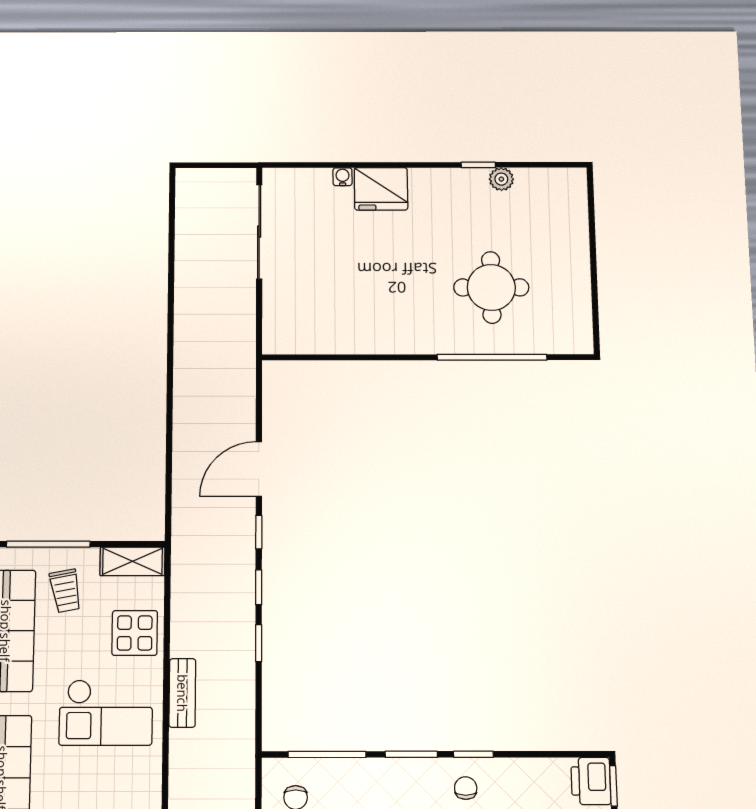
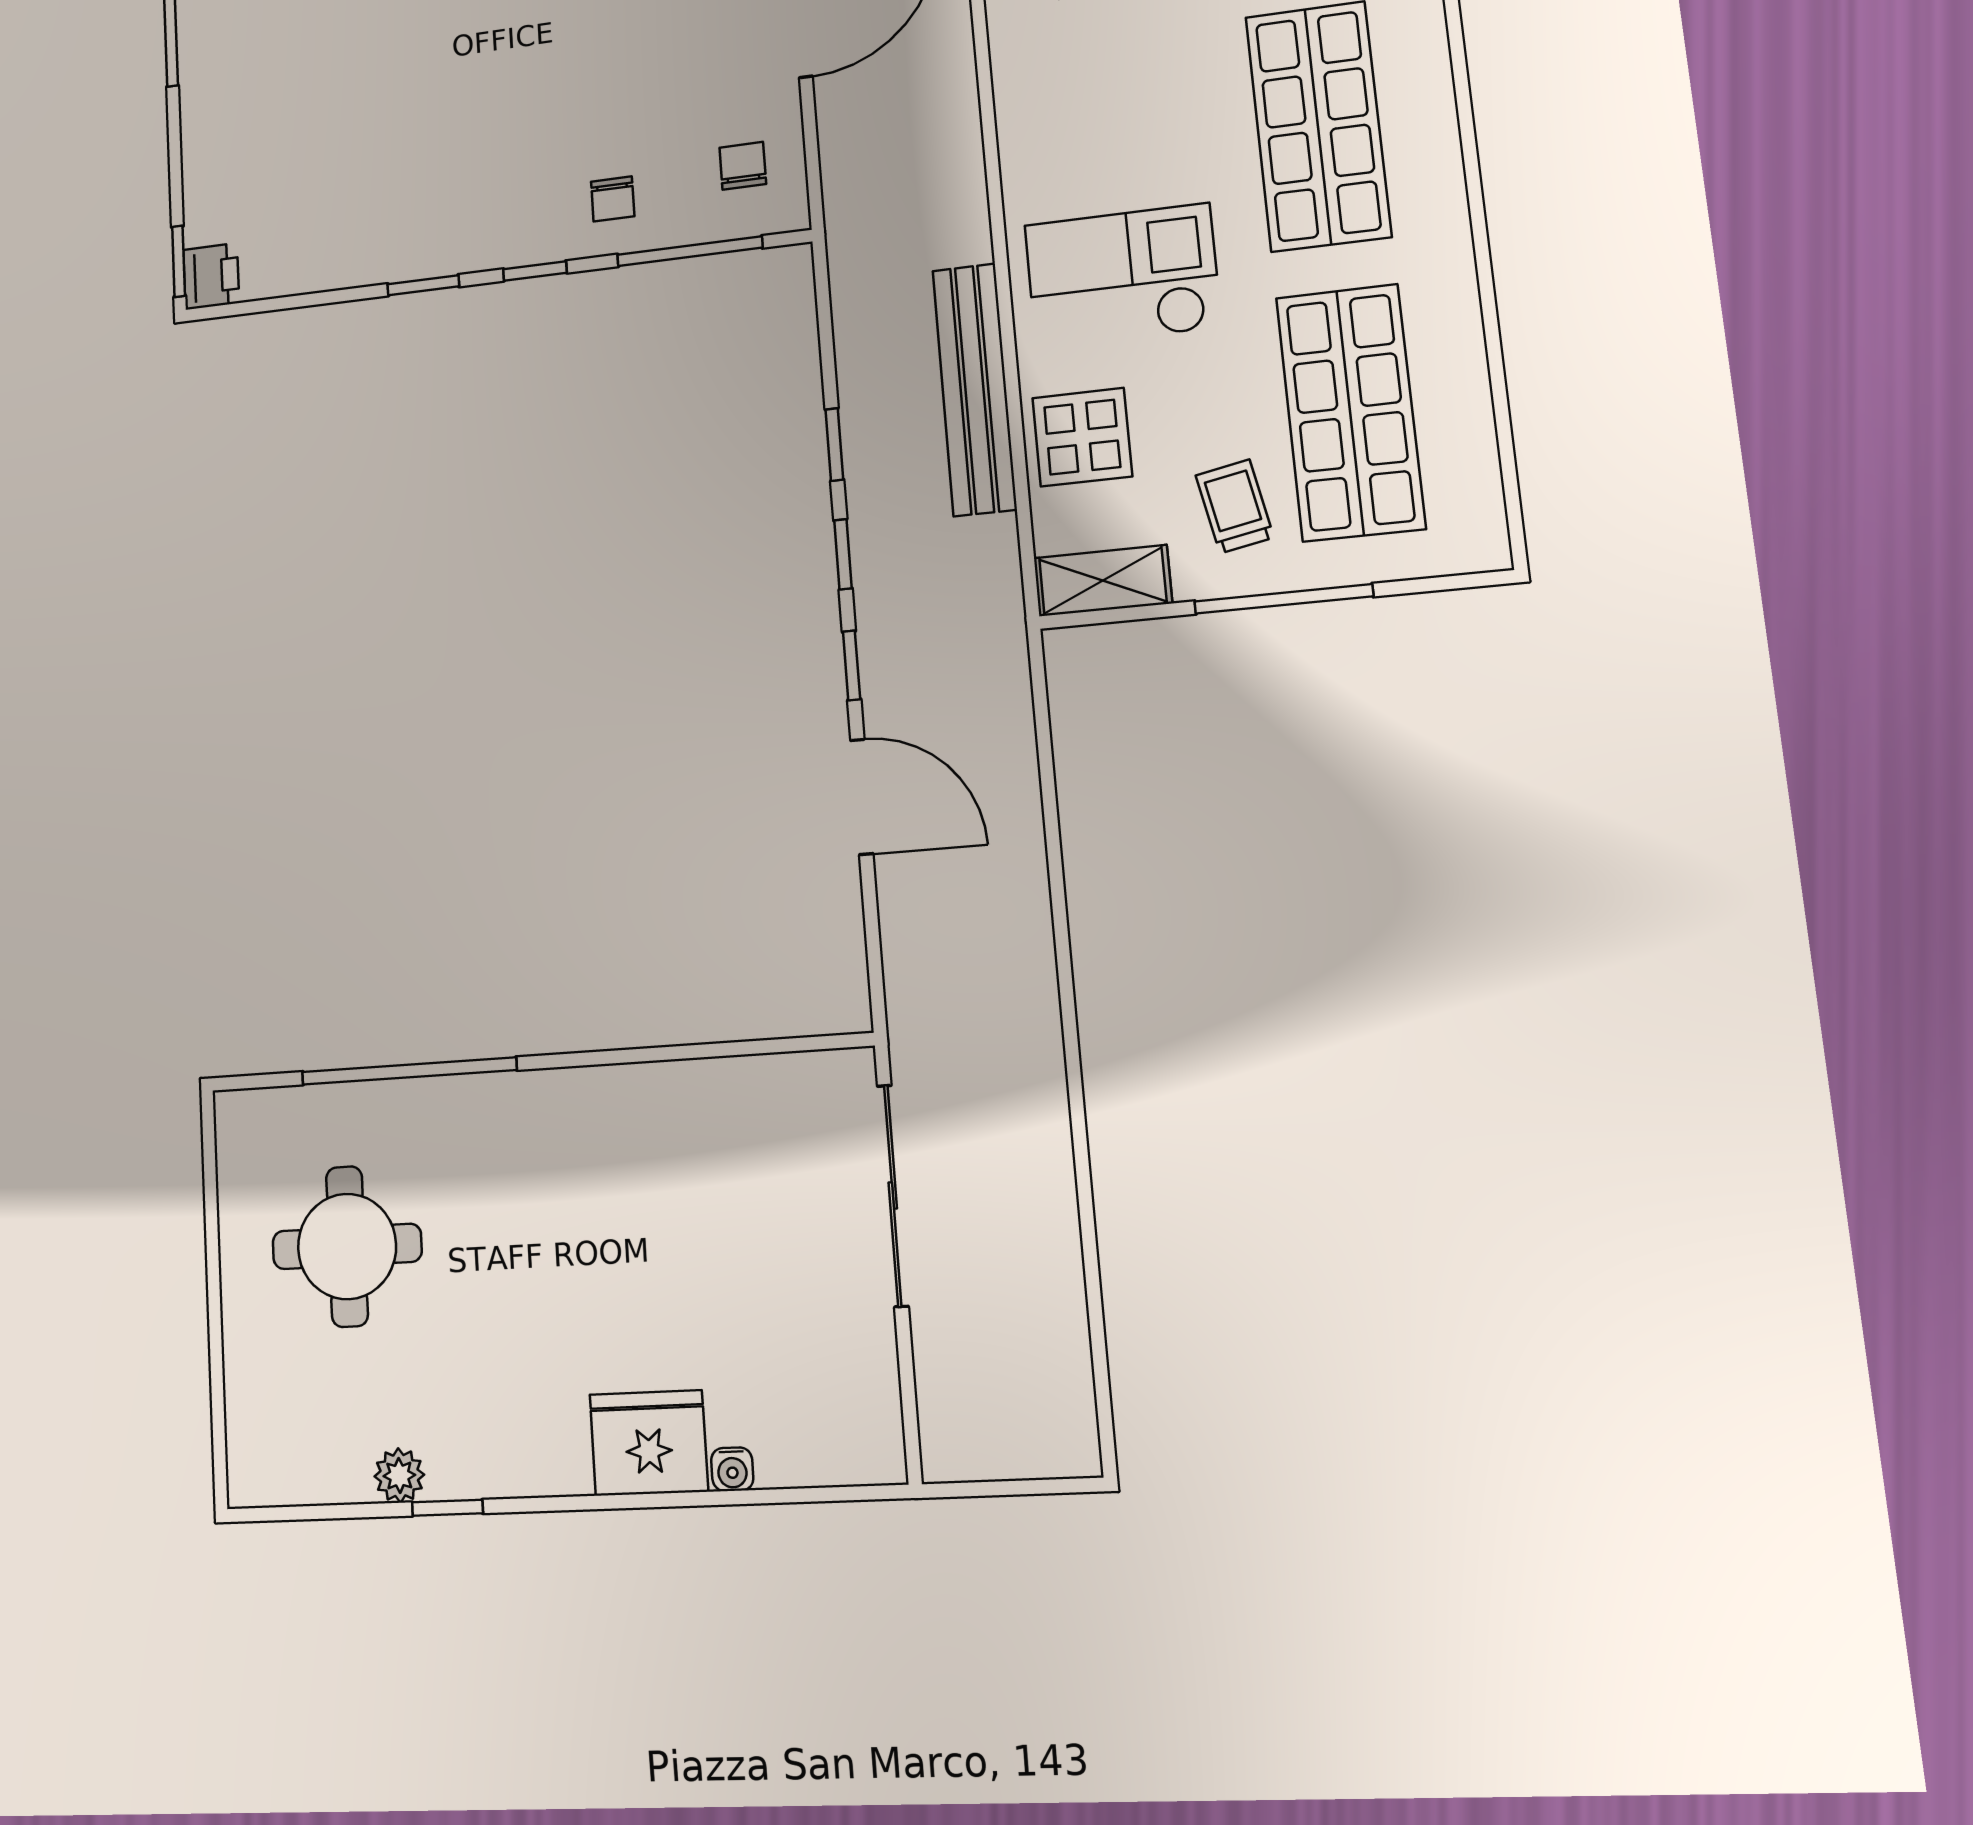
sliding door: (259, 232) -> (893, 1195), moved
round table: (491, 287) -> (347, 1246), moved
door: (259, 469) -> (862, 797), hinge flipped
bench: (182, 693) -> (974, 389), width x1.86, depth x1.21
window: (411, 754) -> (535, 271), width x0.67
printer: (591, 781) -> (211, 276), width x0.73, depth x0.81
chair: (466, 788) -> (613, 199), moved

